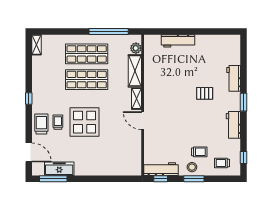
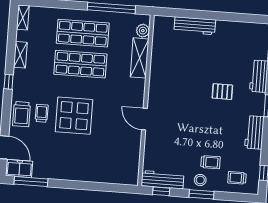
shelving: (136, 99) -> (20, 55), moved
trolley: (41, 124) -> (21, 114), turned 180
freezer: (59, 169) -> (19, 168), moved, width x0.71

